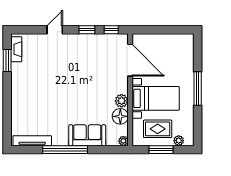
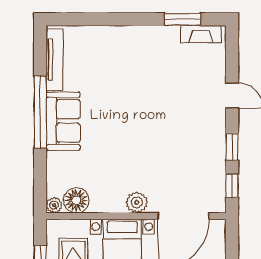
plant: (122, 101) -> (137, 202), moved
floor lamp: (120, 116) -> (76, 200), moved
sofa: (87, 135) -> (63, 121), moved

